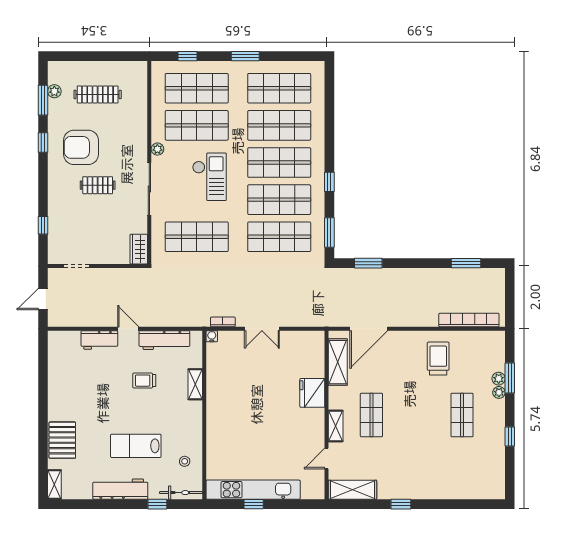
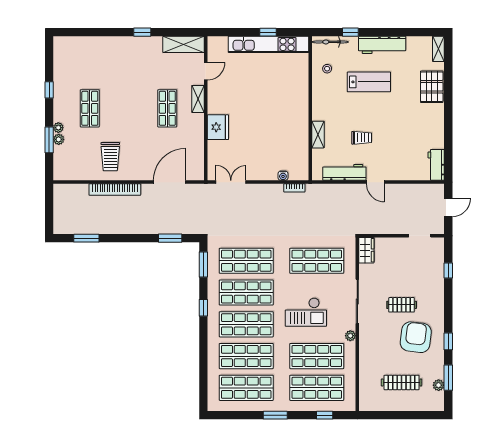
armchair: (81, 147) -> (416, 337), turned -83
checkout: (209, 177) -> (306, 312), turned -90
bookcase: (469, 320) -> (115, 190), moved
double door: (262, 329) -> (231, 182), moved
water cooler: (212, 336) -> (283, 176), moved
workbench: (99, 340) -> (436, 165), moved, turned -90
shelving: (338, 362) -> (196, 154), removed

